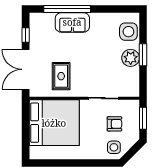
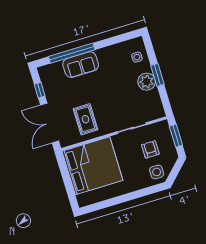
side table: (128, 32) -> (137, 57), width x0.54, depth x0.54
armchair: (114, 124) -> (150, 149), turned -90

